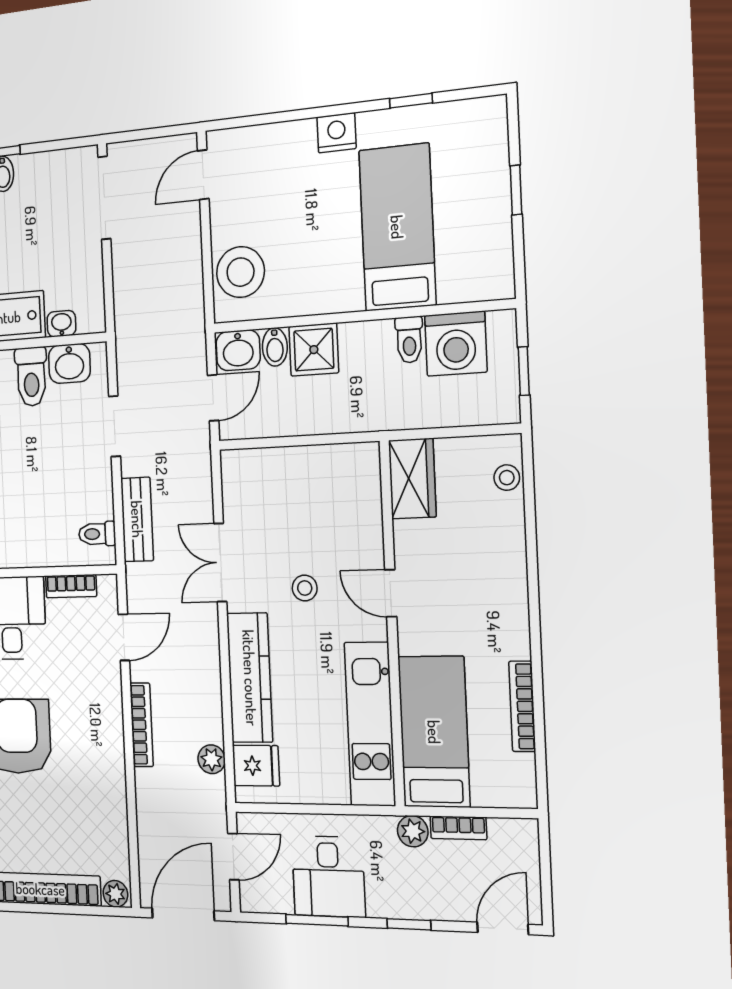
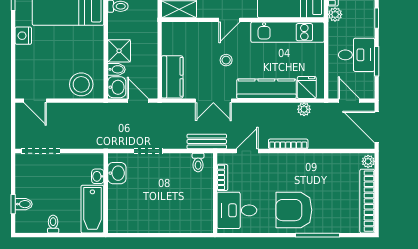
toilet: (31, 377) -> (122, 194), removed
kitchen counter: (265, 471) -> (172, 77), added
bench: (137, 519) -> (207, 142), moved
door: (124, 637) -> (247, 151), hinge flipped

